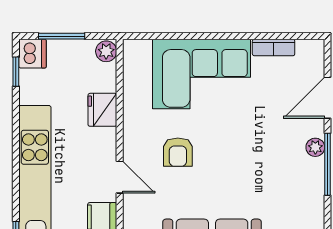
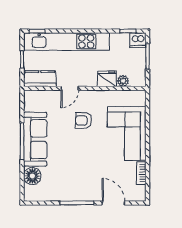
plant: (106, 51) -> (123, 81), moved
plant: (315, 147) -> (86, 196), removed

